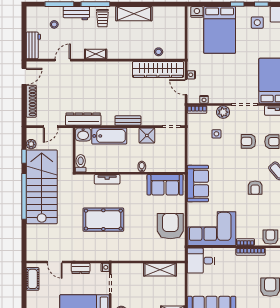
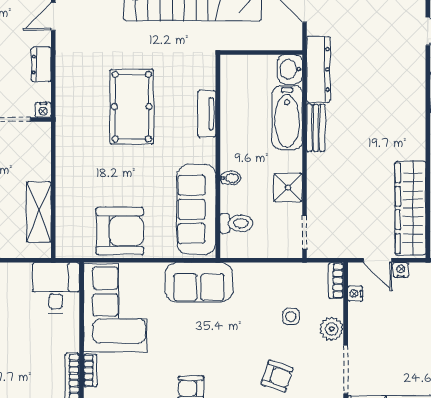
door: (186, 87) -> (377, 260), swing flipped
bench: (128, 121) -> (316, 128), moved
armchair: (248, 141) -> (277, 376), turned 109
toilet: (81, 163) -> (236, 223), moved
sofa: (165, 185) -> (196, 209), width x1.36

